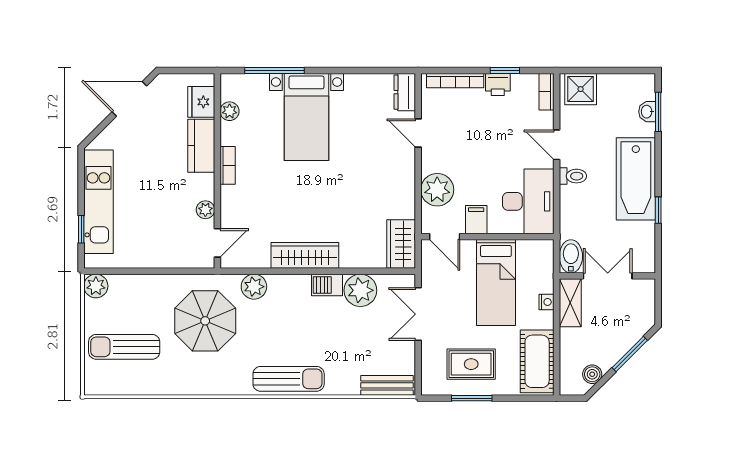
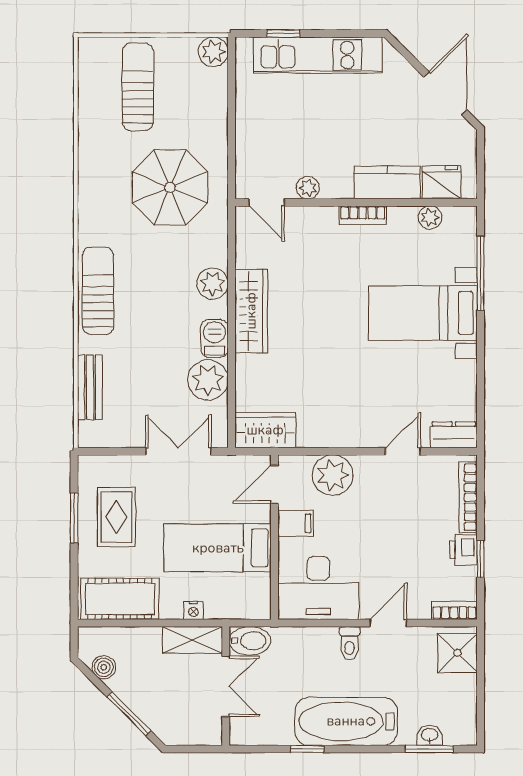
plant: (254, 287) -> (212, 284), moved
sun lounger: (289, 379) -> (98, 291), turned 180
bench: (387, 385) -> (90, 387), moved

